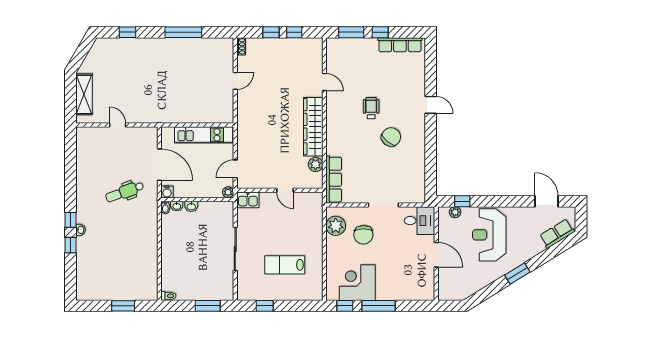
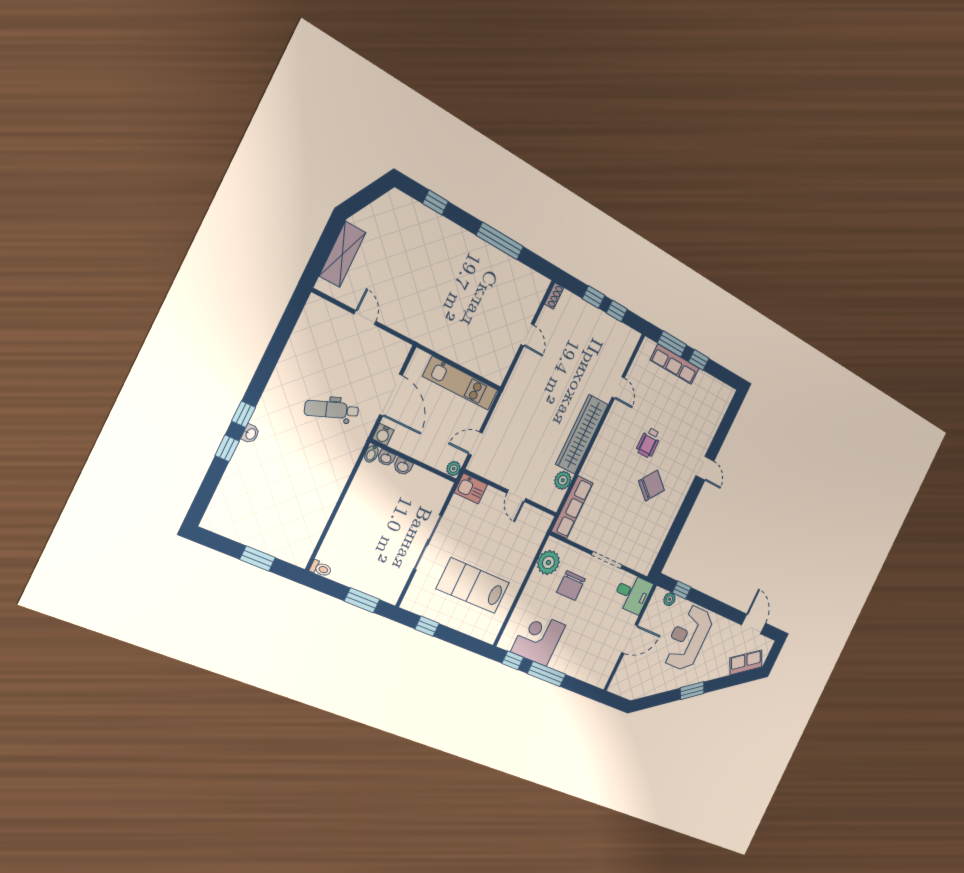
row of seats: (400, 45) -> (675, 364), moved
door: (235, 81) -> (527, 335), hinge flipped
wheelchair: (371, 108) -> (649, 443), turned 180
door: (436, 255) -> (630, 639), hinge flipped
lab bench: (285, 265) -> (473, 586), width x1.36, depth x1.39

